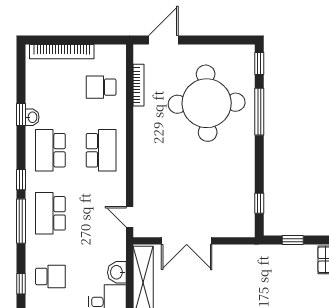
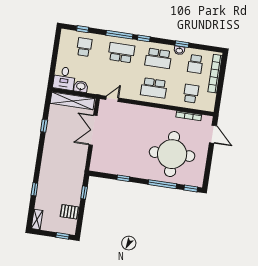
school desk: (50, 87) -> (195, 64), added
school desk: (50, 150) -> (158, 58), turned 180
window: (259, 203) -> (123, 178), moved
school desk: (50, 276) -> (84, 47), turned 180

